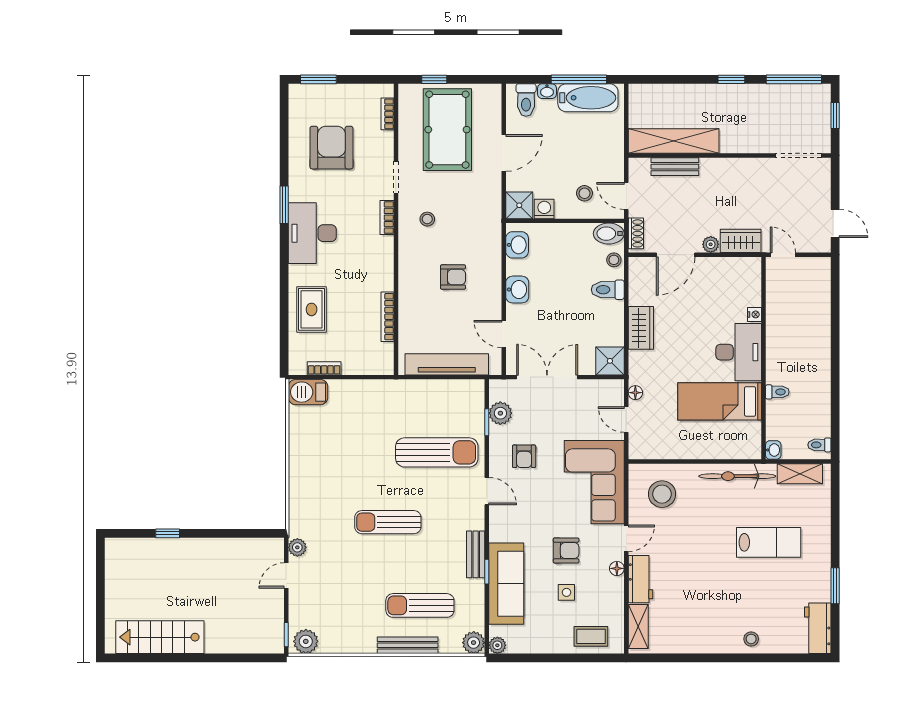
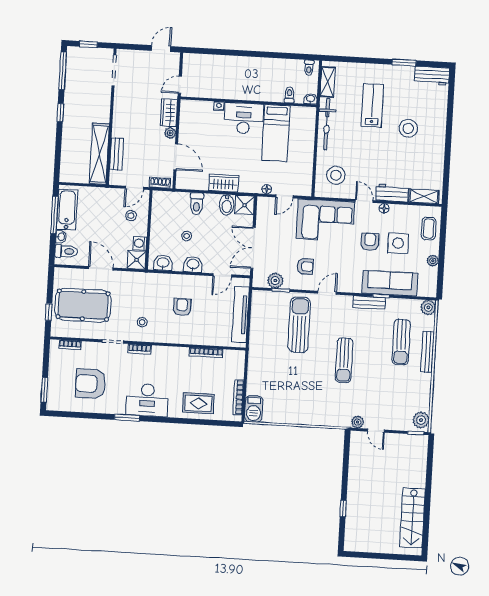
bidet: (609, 234) -> (227, 205), moved
stool: (614, 260) -> (187, 236), moved
bookcase: (324, 368) -> (238, 397), width x1.56
toilet: (777, 392) -> (289, 95), moved
side table: (566, 592) -> (398, 243), width x1.87, depth x1.87
stool: (751, 639) -> (408, 128), moved, width x1.89, depth x1.89
plant: (497, 645) -> (433, 261), moved

